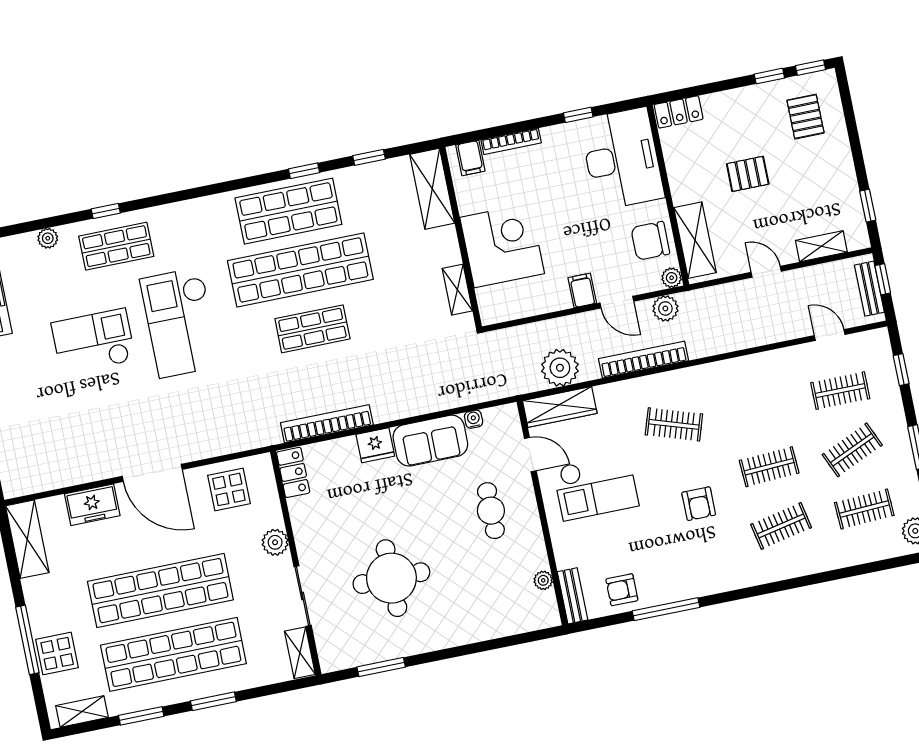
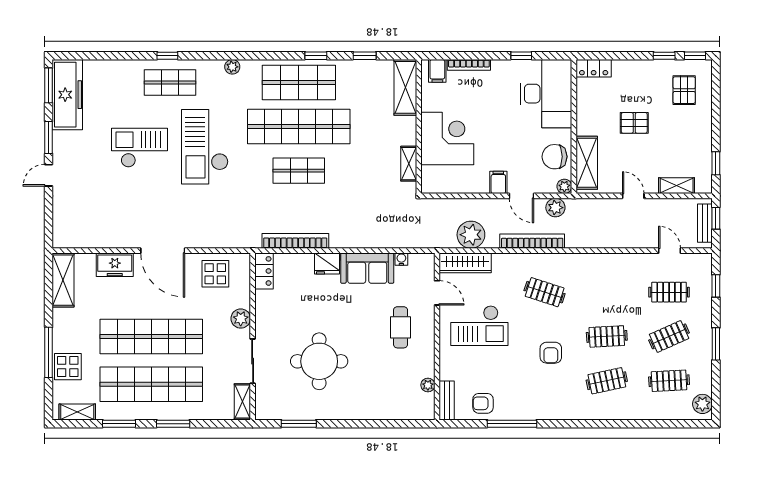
plant: (48, 238) -> (232, 67), moved

